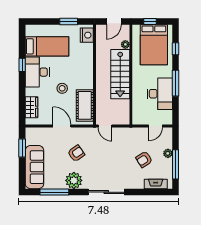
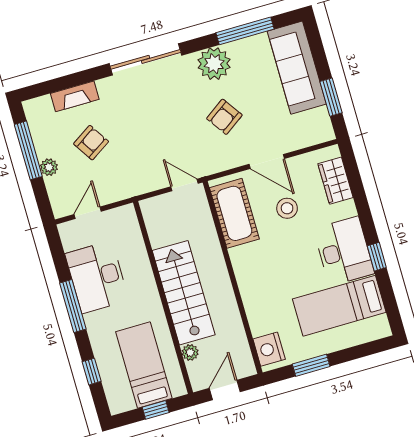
bed: (154, 45) -> (144, 365), width x0.67
stool: (62, 88) -> (287, 208), moved
fireplace: (156, 184) -> (75, 96), moved

